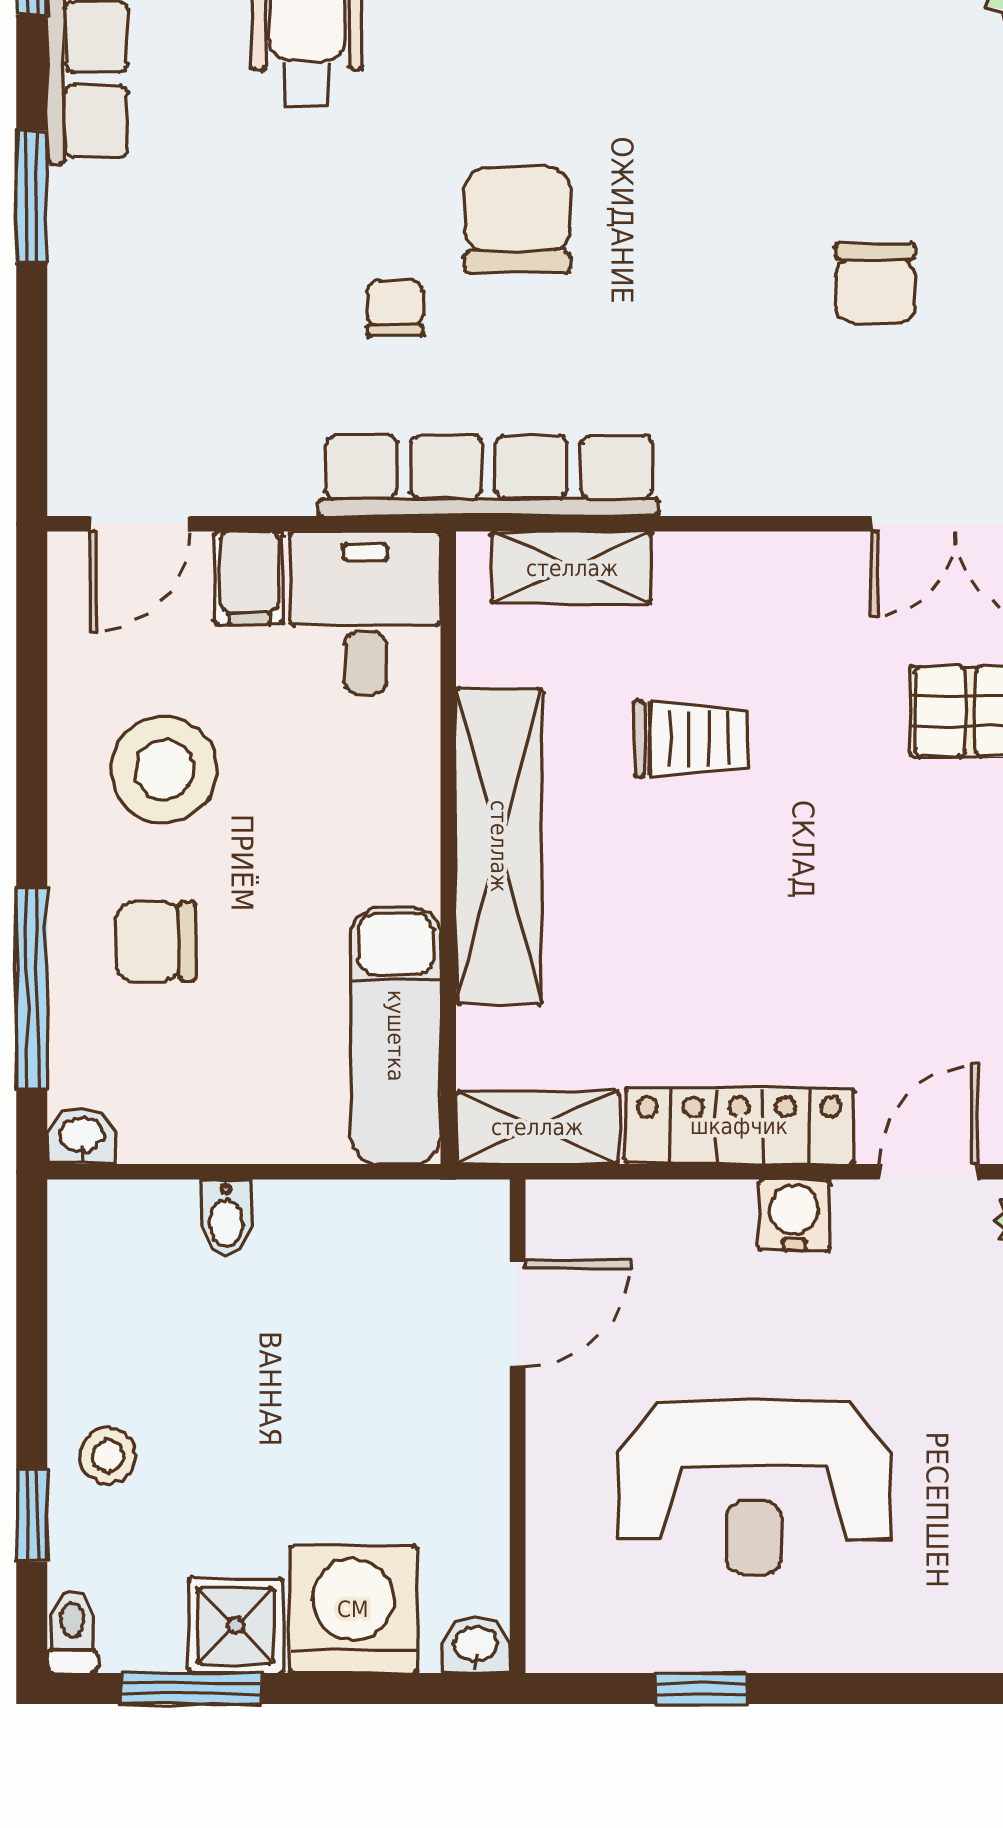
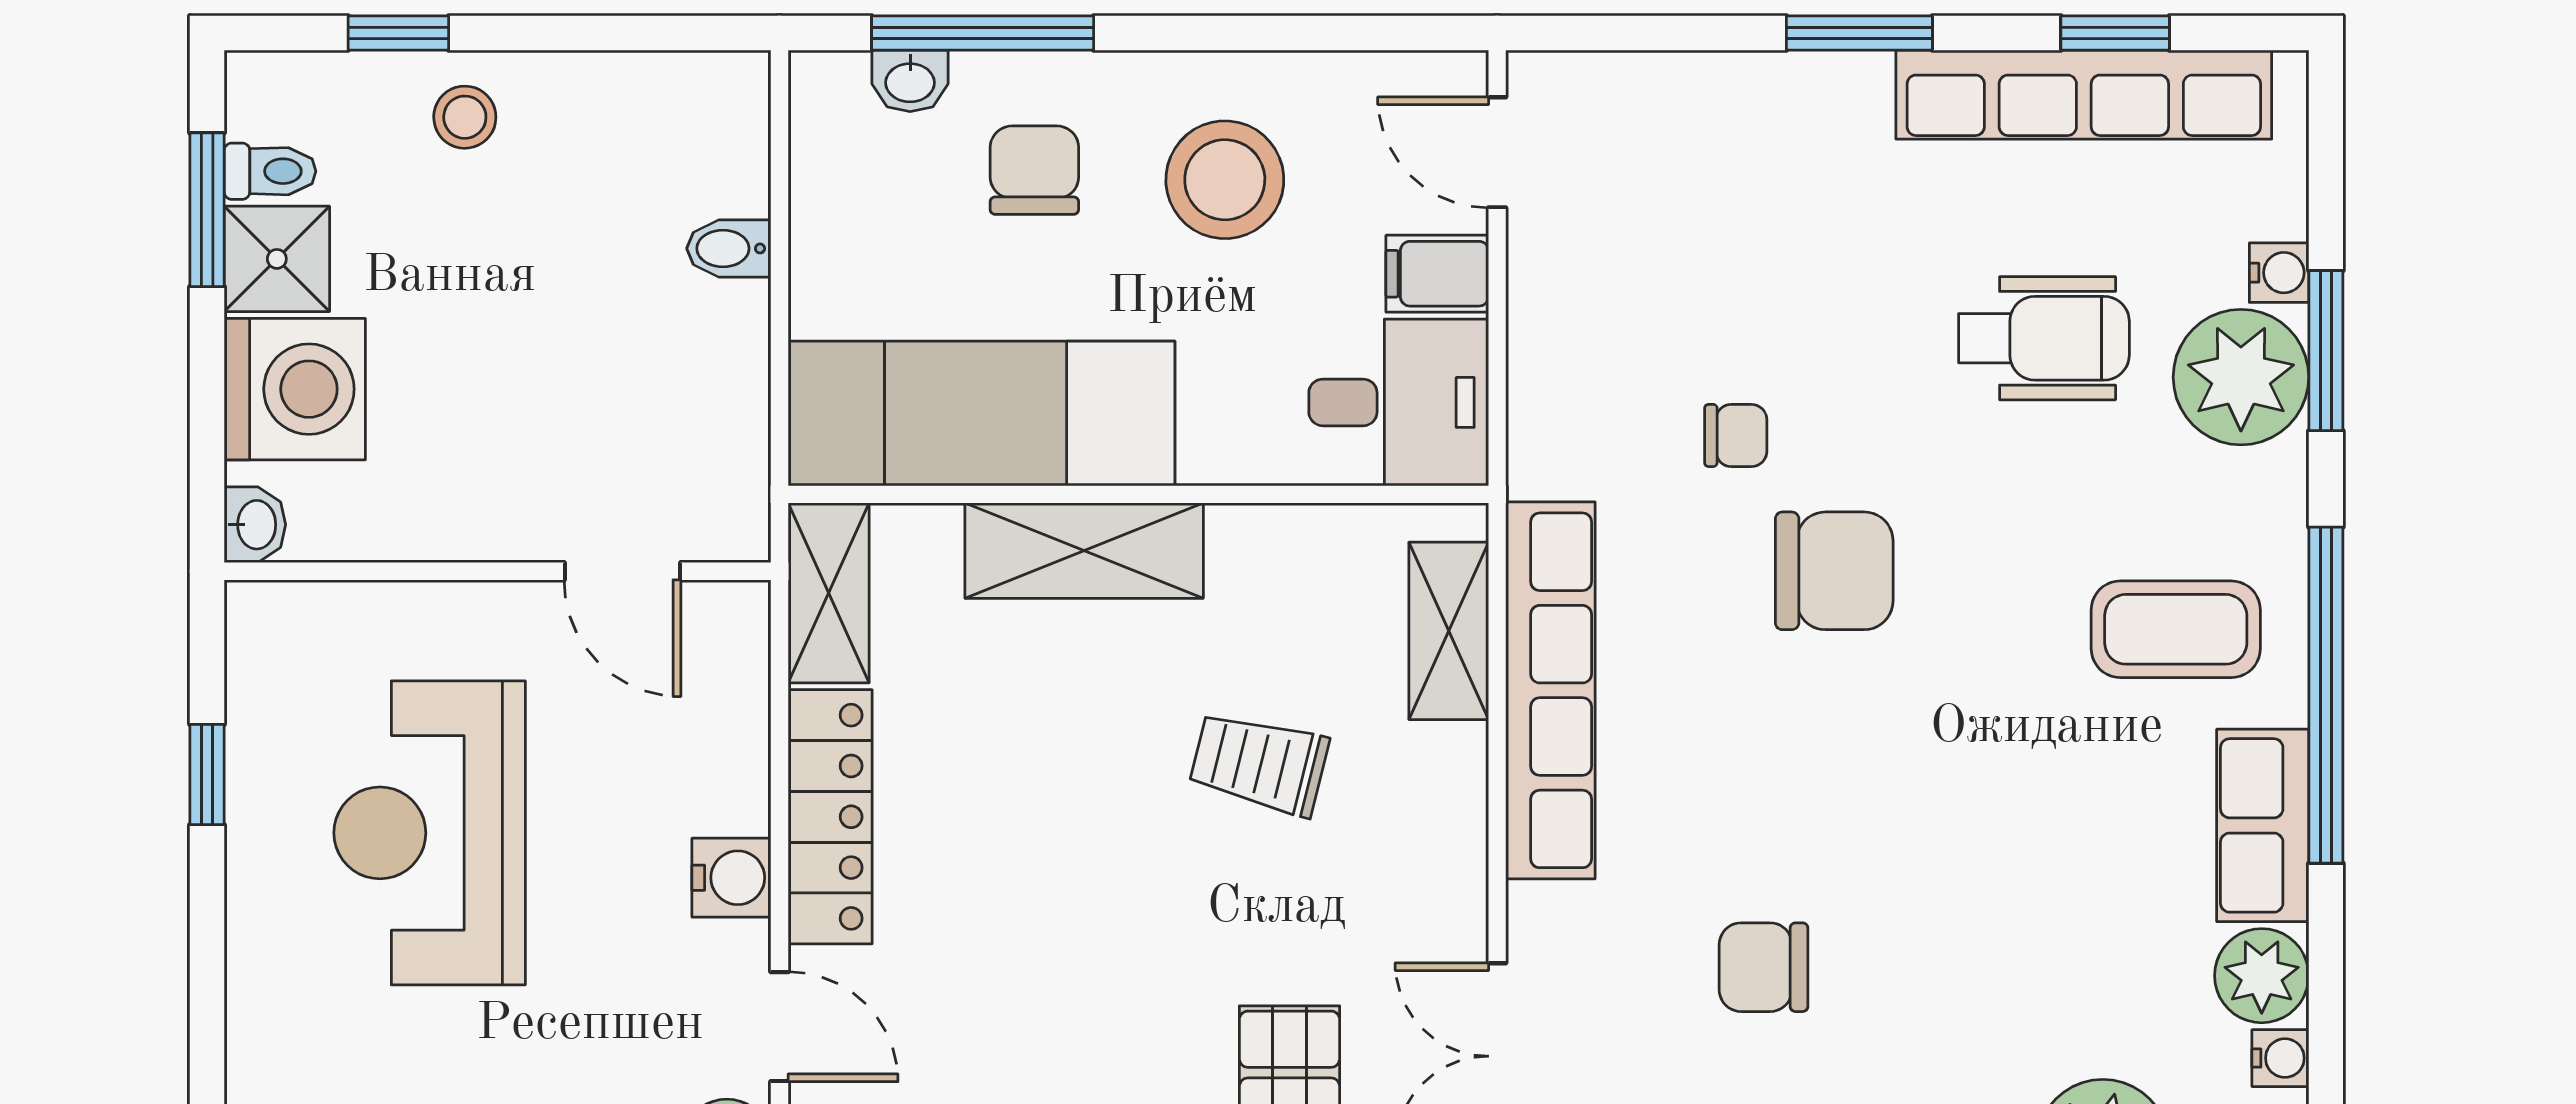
row of seats: (489, 476) -> (1550, 690), moved
trolley: (691, 739) -> (1259, 763), turned 104
shelving: (499, 846) -> (1084, 551), width x0.68
exam couch: (396, 1036) -> (981, 413), width x1.36, depth x1.45
washbasin: (82, 1136) -> (910, 81), moved, turned 90
toilet: (73, 1632) -> (270, 171), moved

